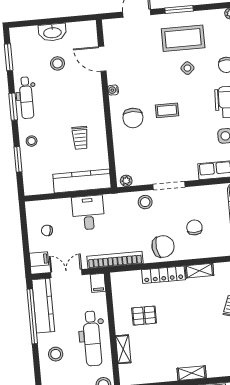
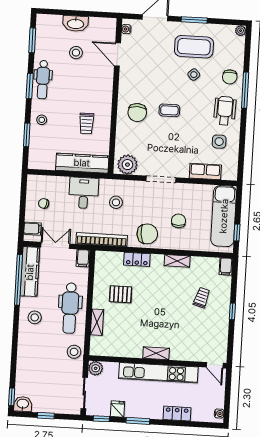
water cooler: (113, 90) -> (126, 29), moved
plant: (126, 181) -> (127, 165), width x1.88, depth x1.88
stool: (145, 202) -> (116, 202), moved
locker: (163, 275) -> (137, 259), width x0.66

